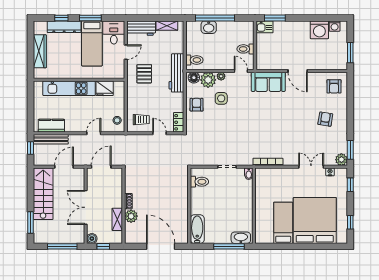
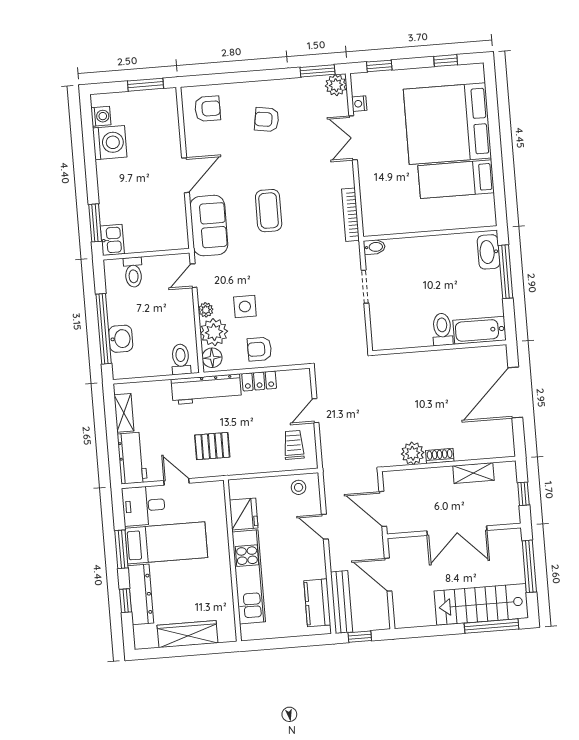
toilet: (245, 49) -> (133, 272), moved
coffee table: (274, 116) -> (269, 211), added
locker: (179, 122) -> (259, 381), moved
toilet: (199, 182) -> (442, 329), moved
stairs: (43, 194) -> (481, 604), moved
plant: (131, 216) -> (413, 453), moved
window: (30, 222) -> (491, 626), width x1.44
boiler: (92, 239) -> (511, 515), removed

